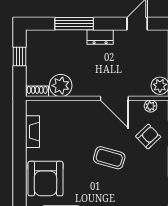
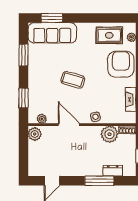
dresser: (100, 37) -> (113, 171), moved
side table: (79, 109) -> (95, 117), added
armchair: (148, 137) -> (44, 96), removed

